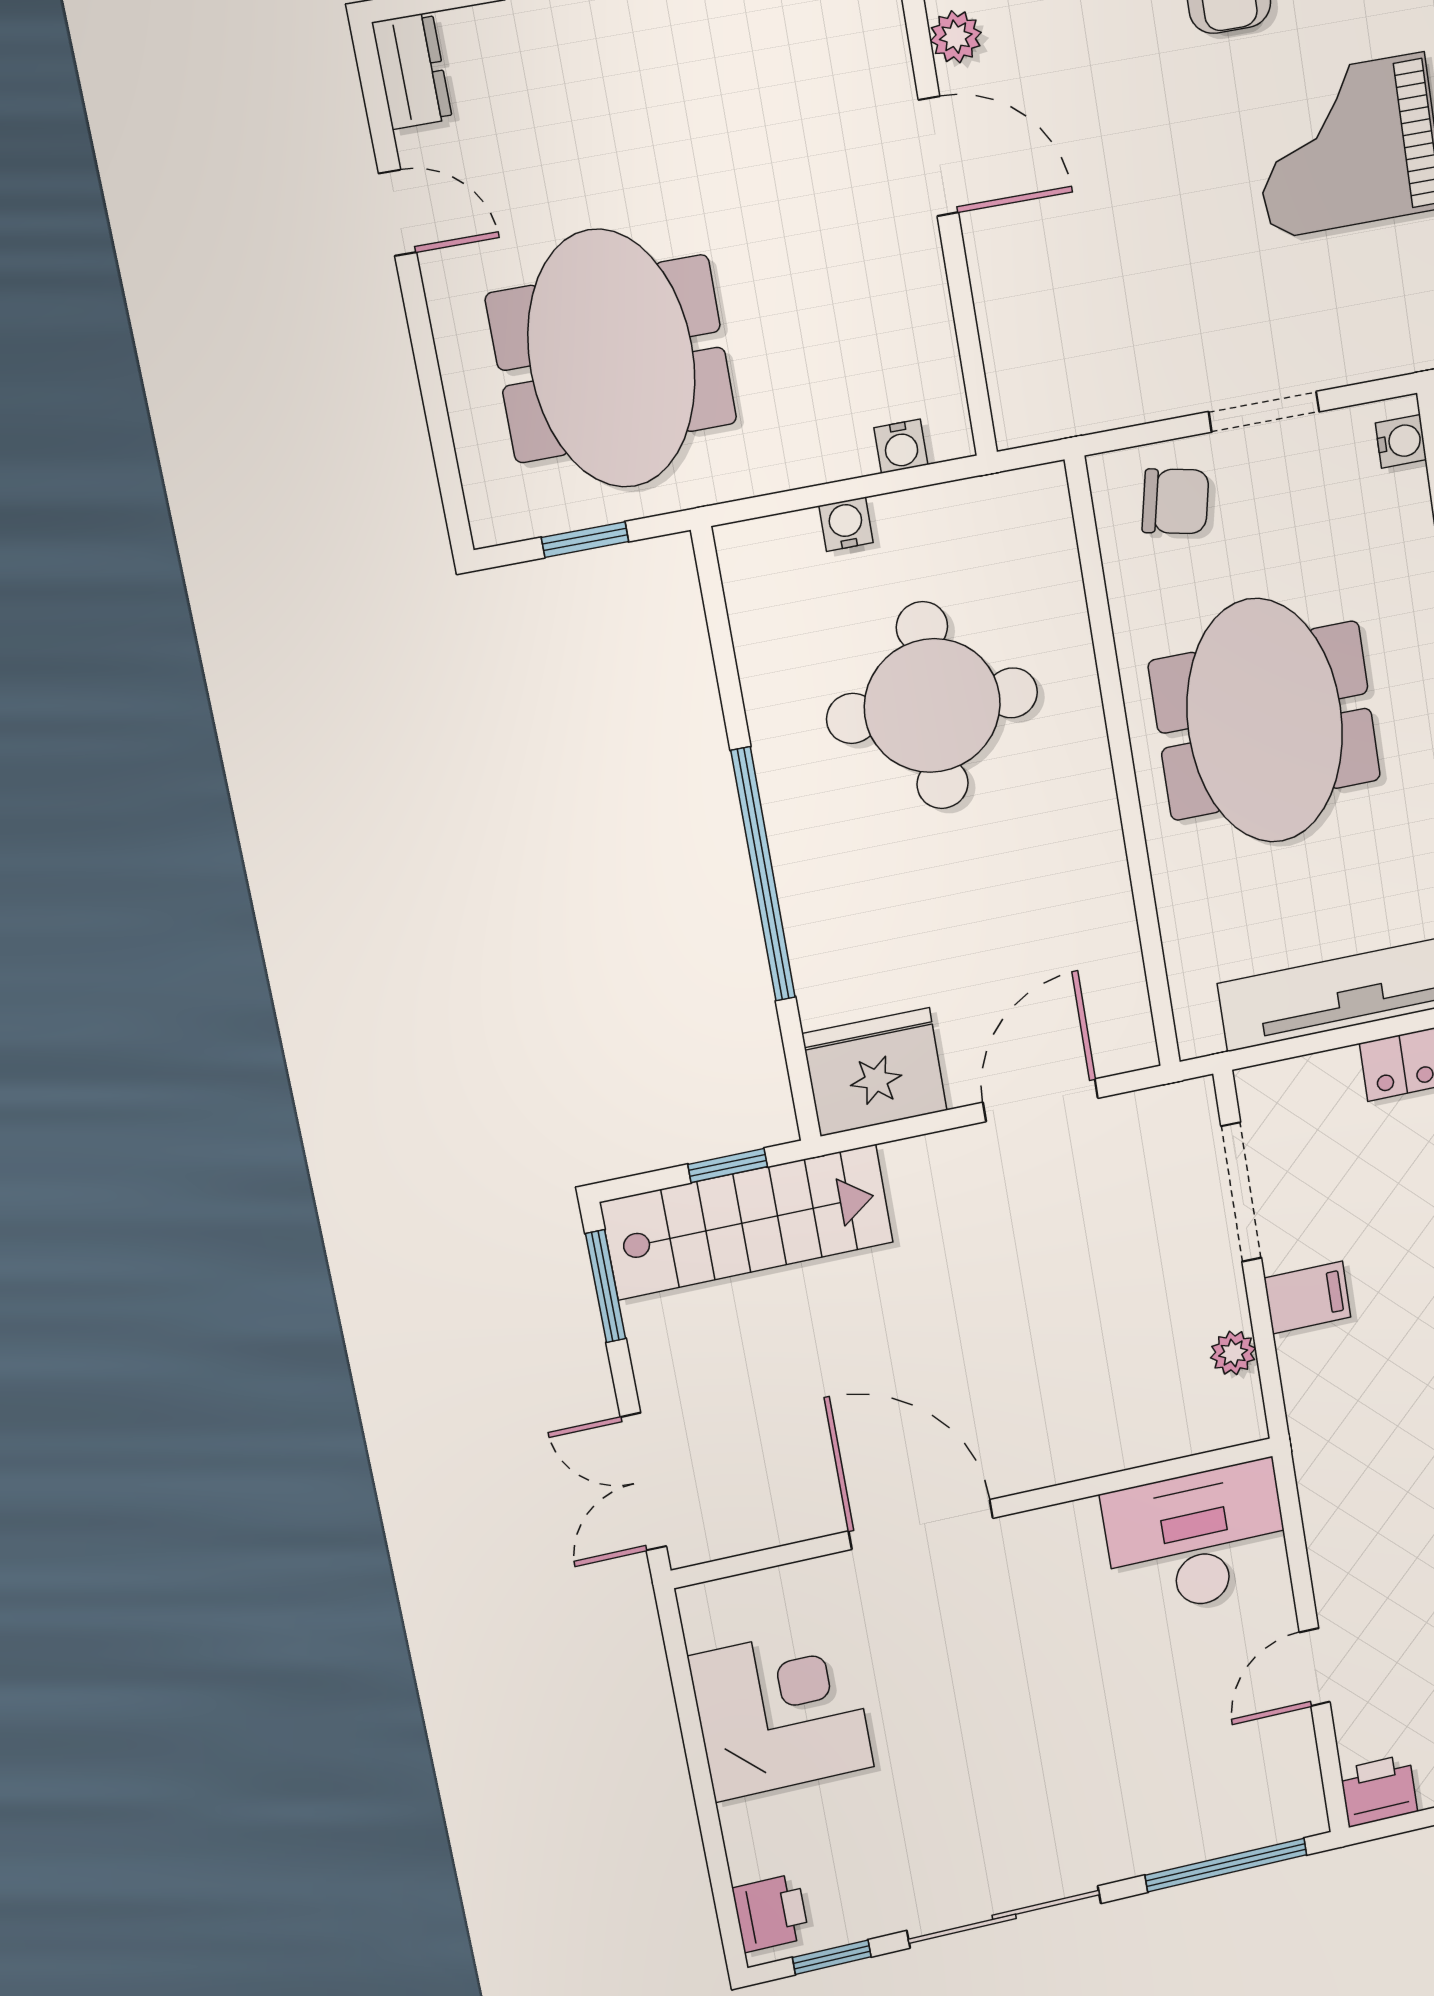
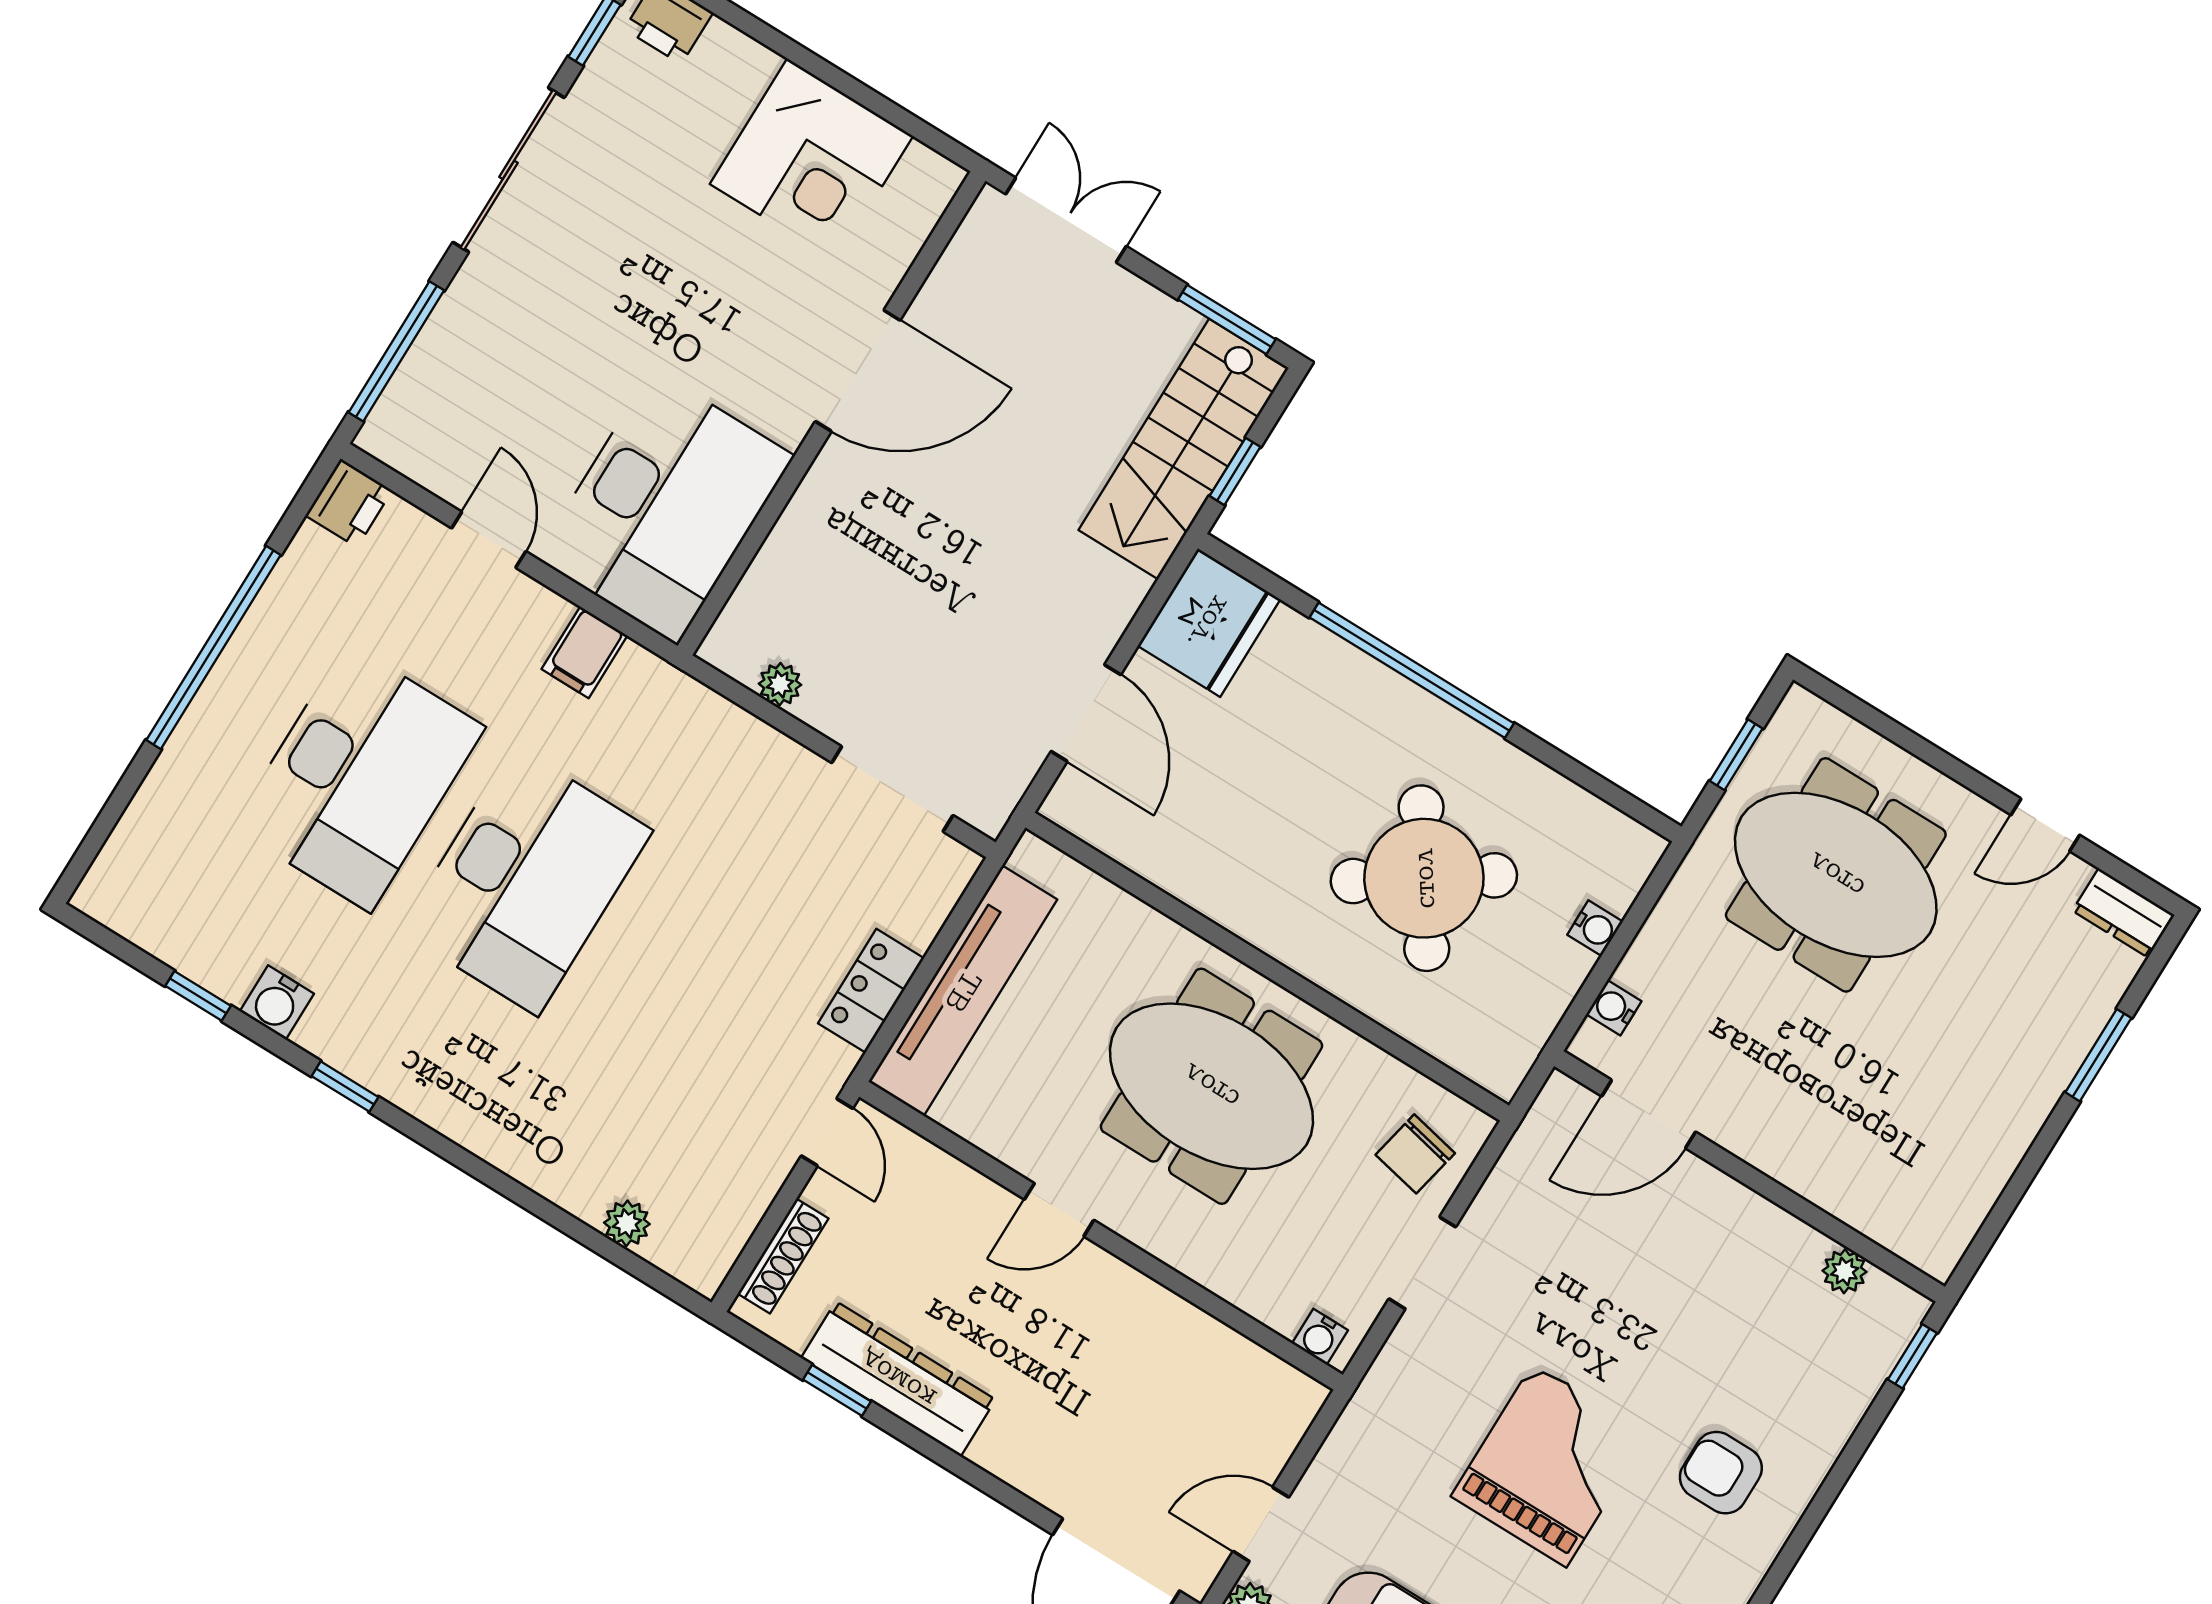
door: (938, 156) -> (1649, 1114), moved
round table: (932, 706) -> (1424, 878), turned -36
filing cabinet: (1307, 1297) -> (584, 652), moved
desk: (1196, 1539) -> (665, 507), width x1.36, depth x1.30

